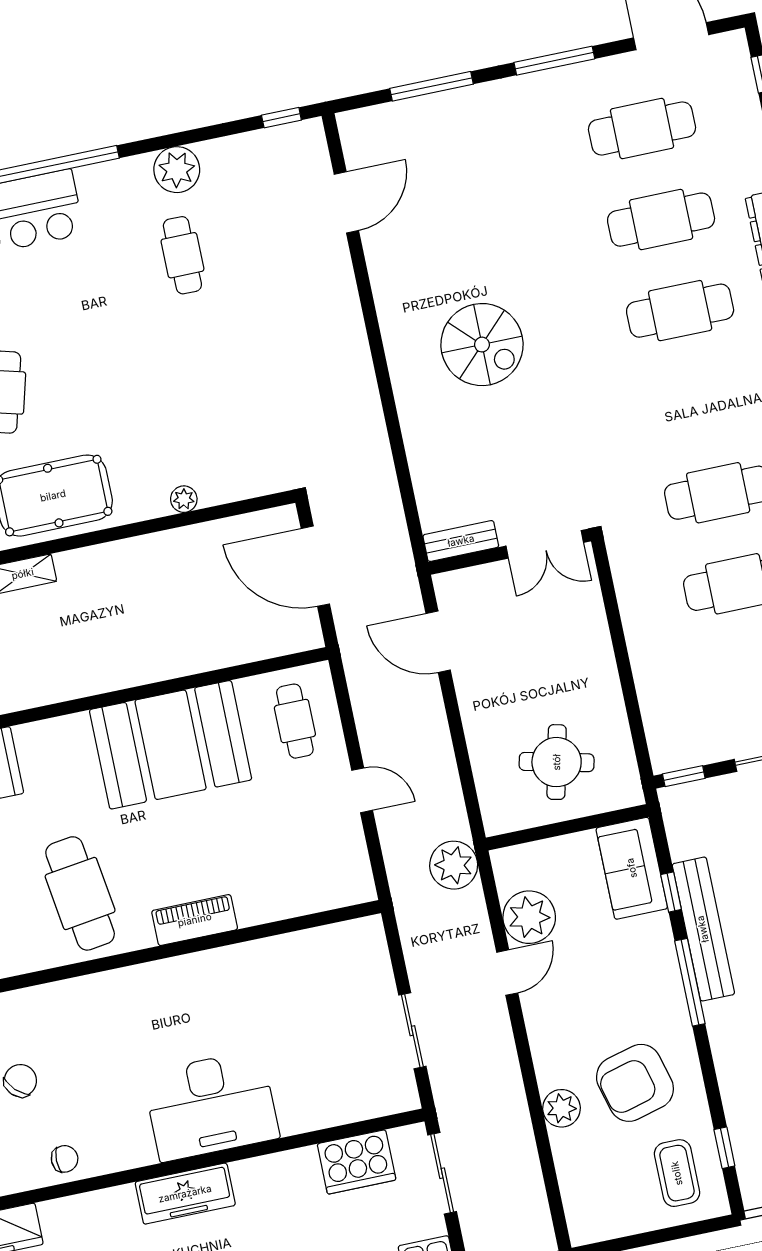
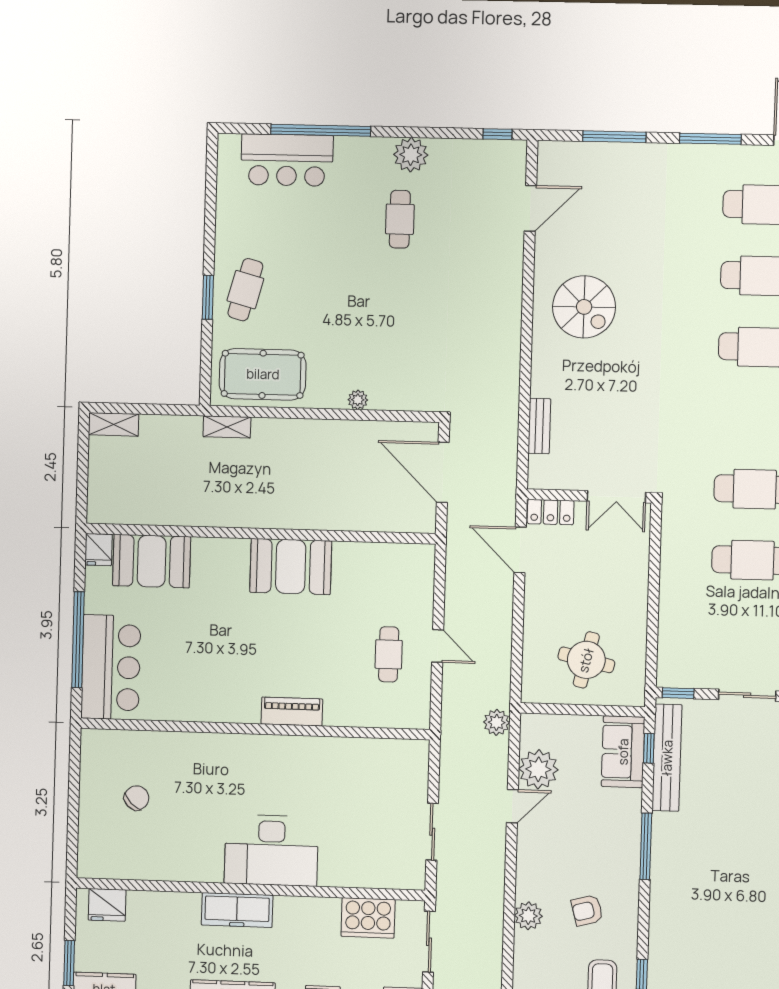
spiral stairs: (482, 345) -> (584, 307), moved
bench: (461, 541) -> (539, 426), moved, turned 90
locker: (465, 584) -> (551, 512), added
cafe table: (295, 721) -> (389, 654), moved
booth: (171, 745) -> (291, 567), width x0.73, depth x0.70
plant: (454, 865) -> (497, 722), width x0.73, depth x0.73
window: (671, 892) -> (649, 748), moved
cafe table: (80, 893) -> (213, 672), removed
bench: (703, 929) -> (667, 758), moved
armchair: (635, 1083) -> (587, 910), width x0.53, depth x0.53
chair: (65, 1159) -> (155, 863), removed

